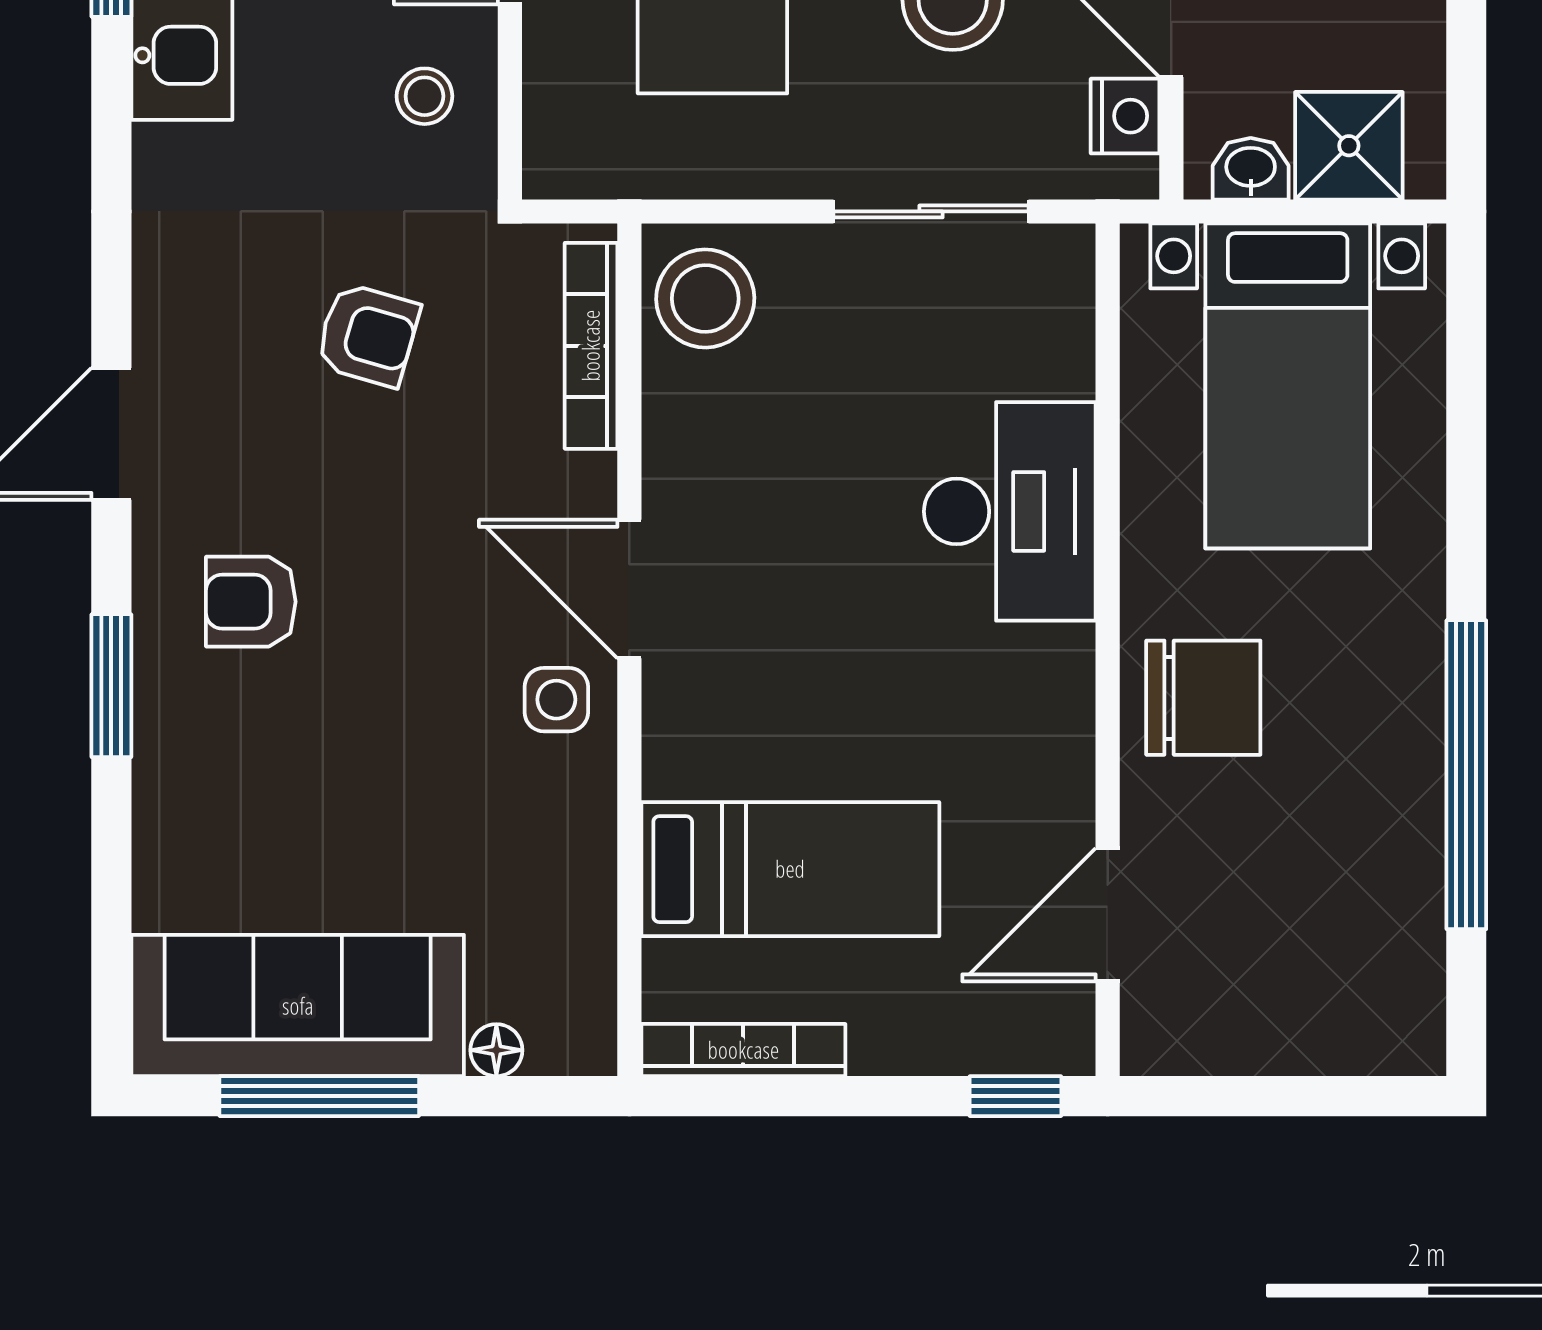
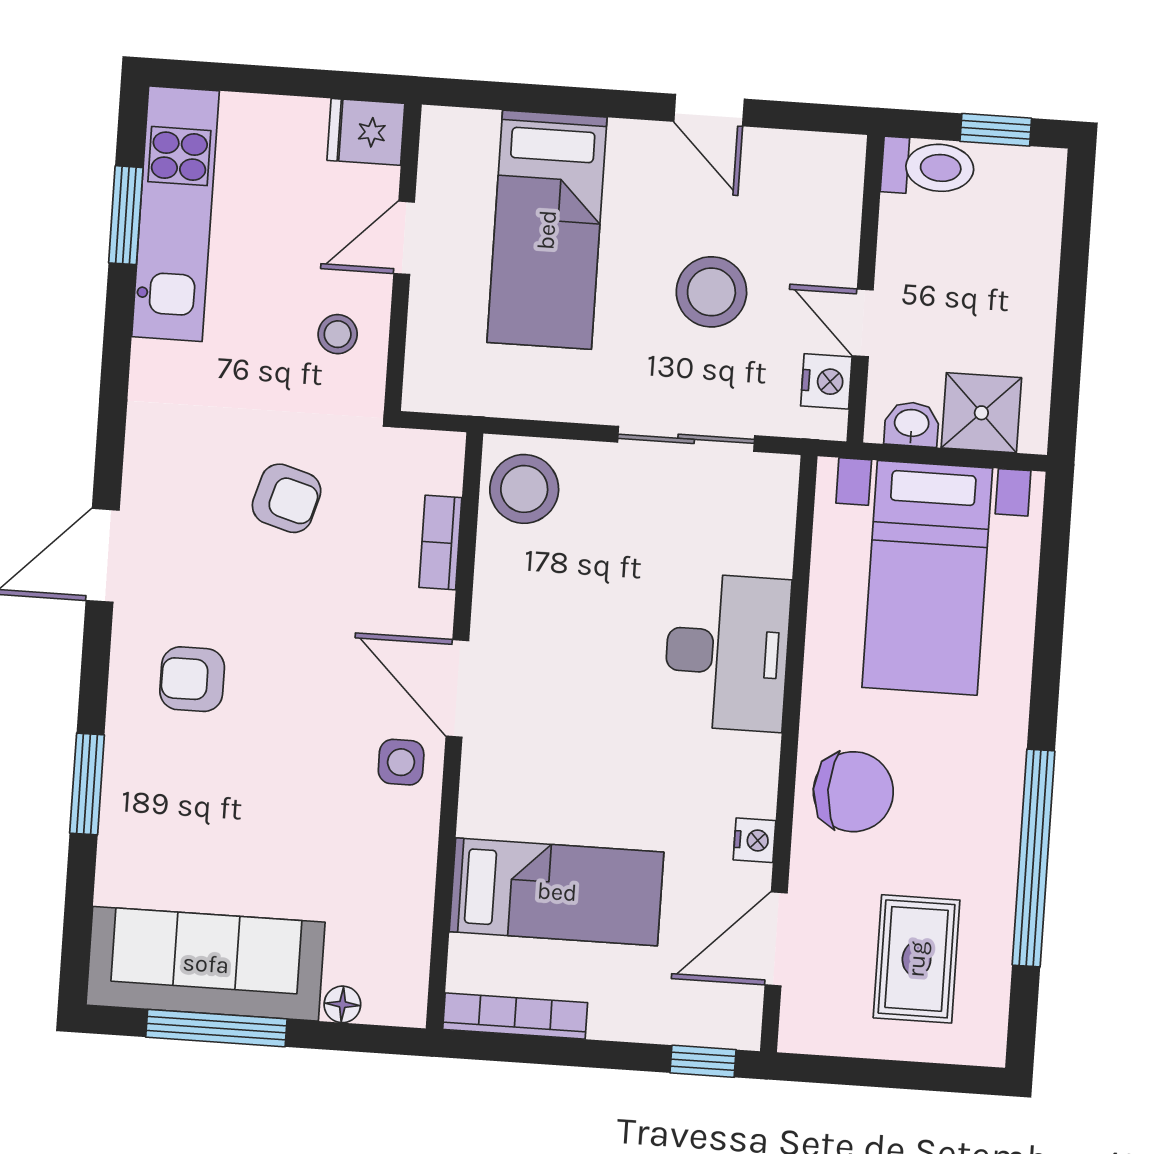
bookcase: (591, 346) -> (440, 543), width x0.64
window: (111, 686) -> (87, 784), moved
nightstand: (1067, 776) -> (754, 840), added
rug: (1310, 930) -> (917, 959), added

